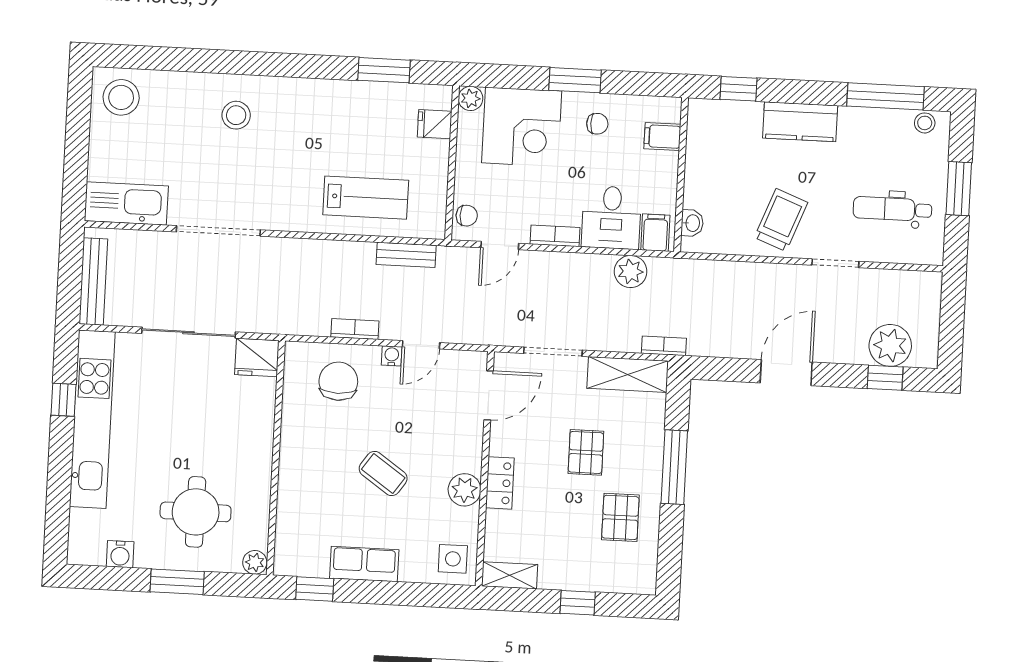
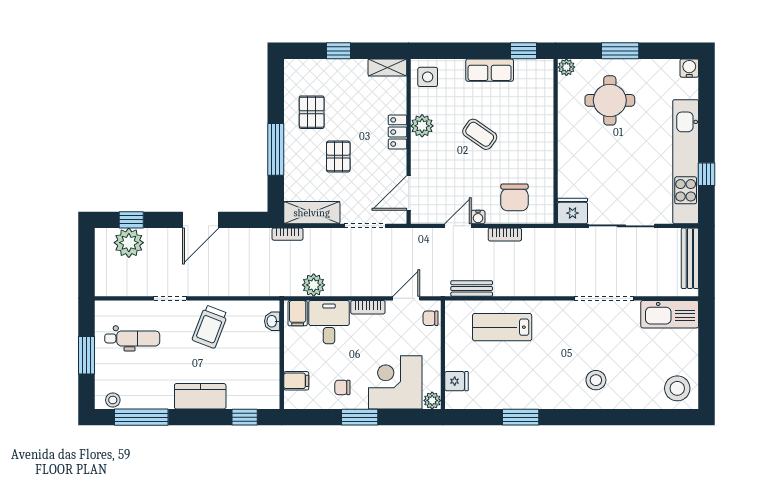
window: (384, 70) -> (521, 417), moved
water cooler: (120, 554) -> (689, 68), moved

